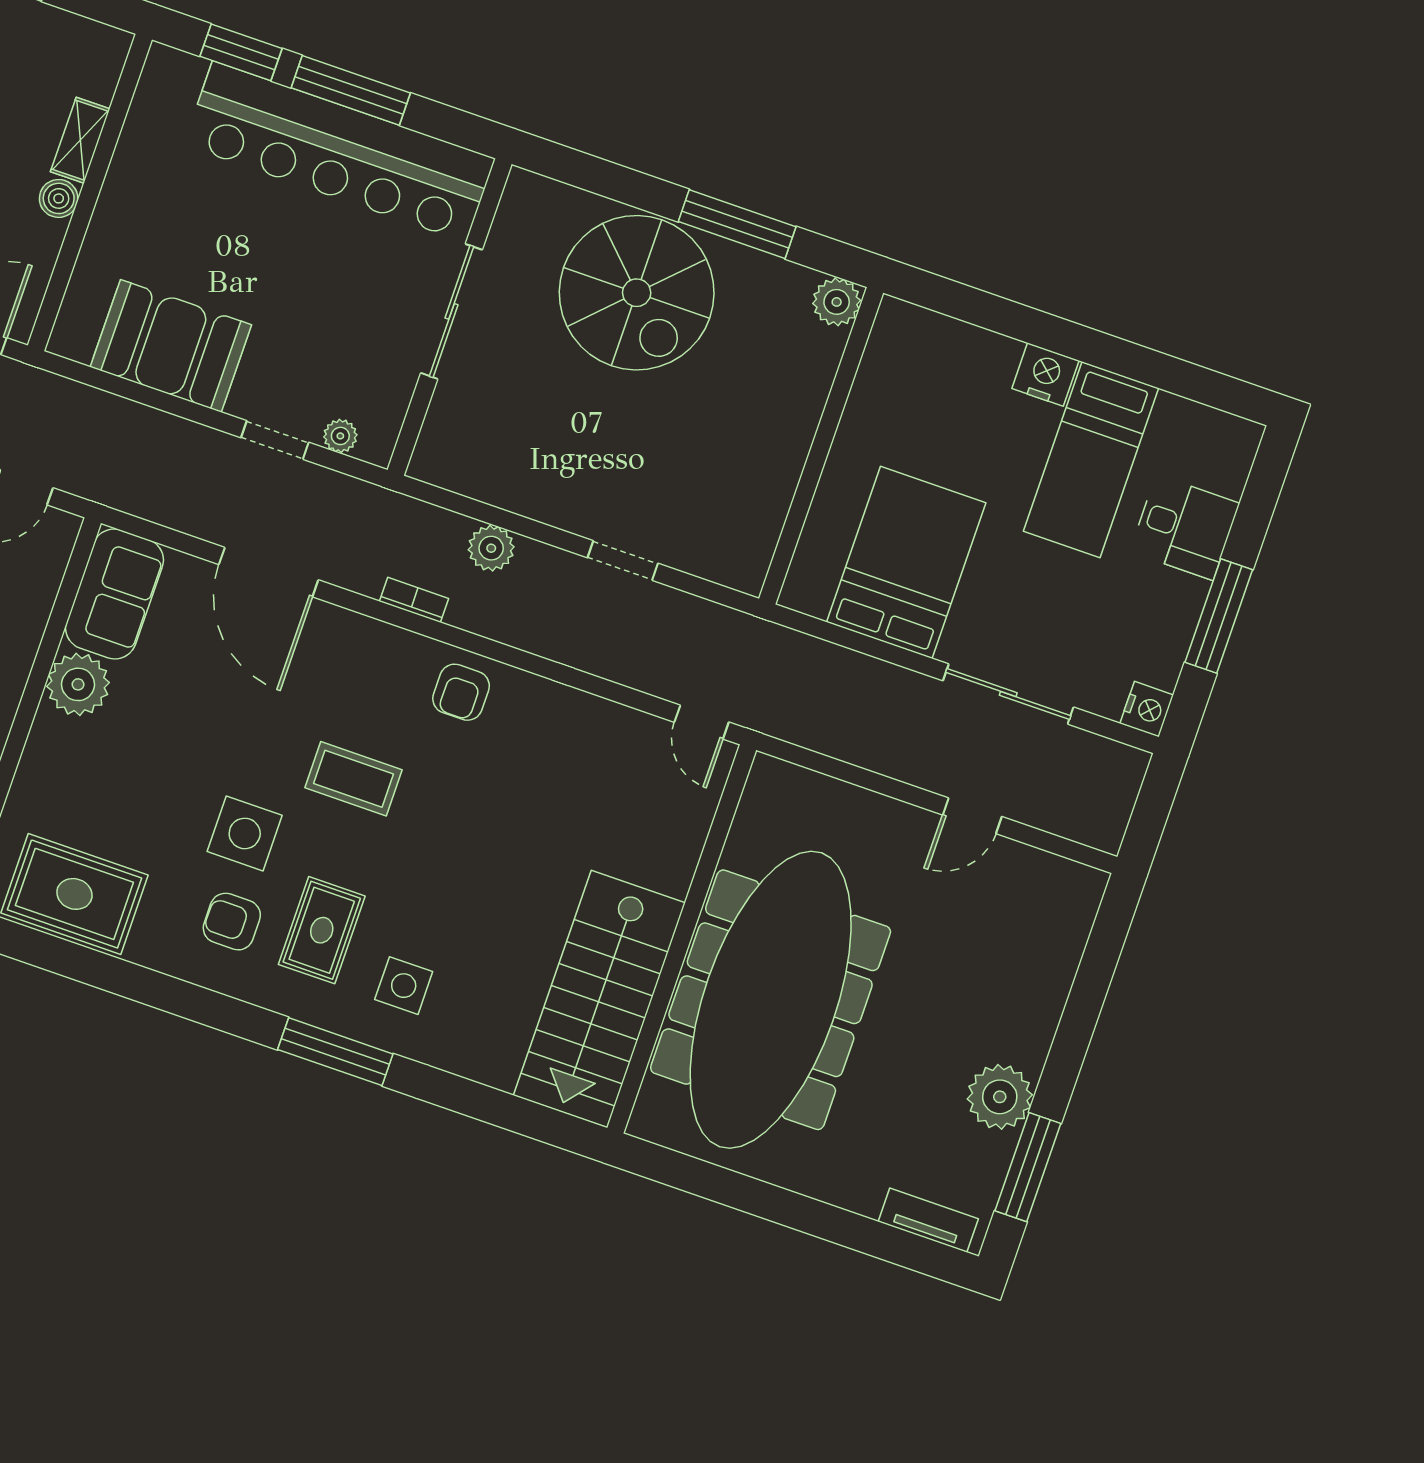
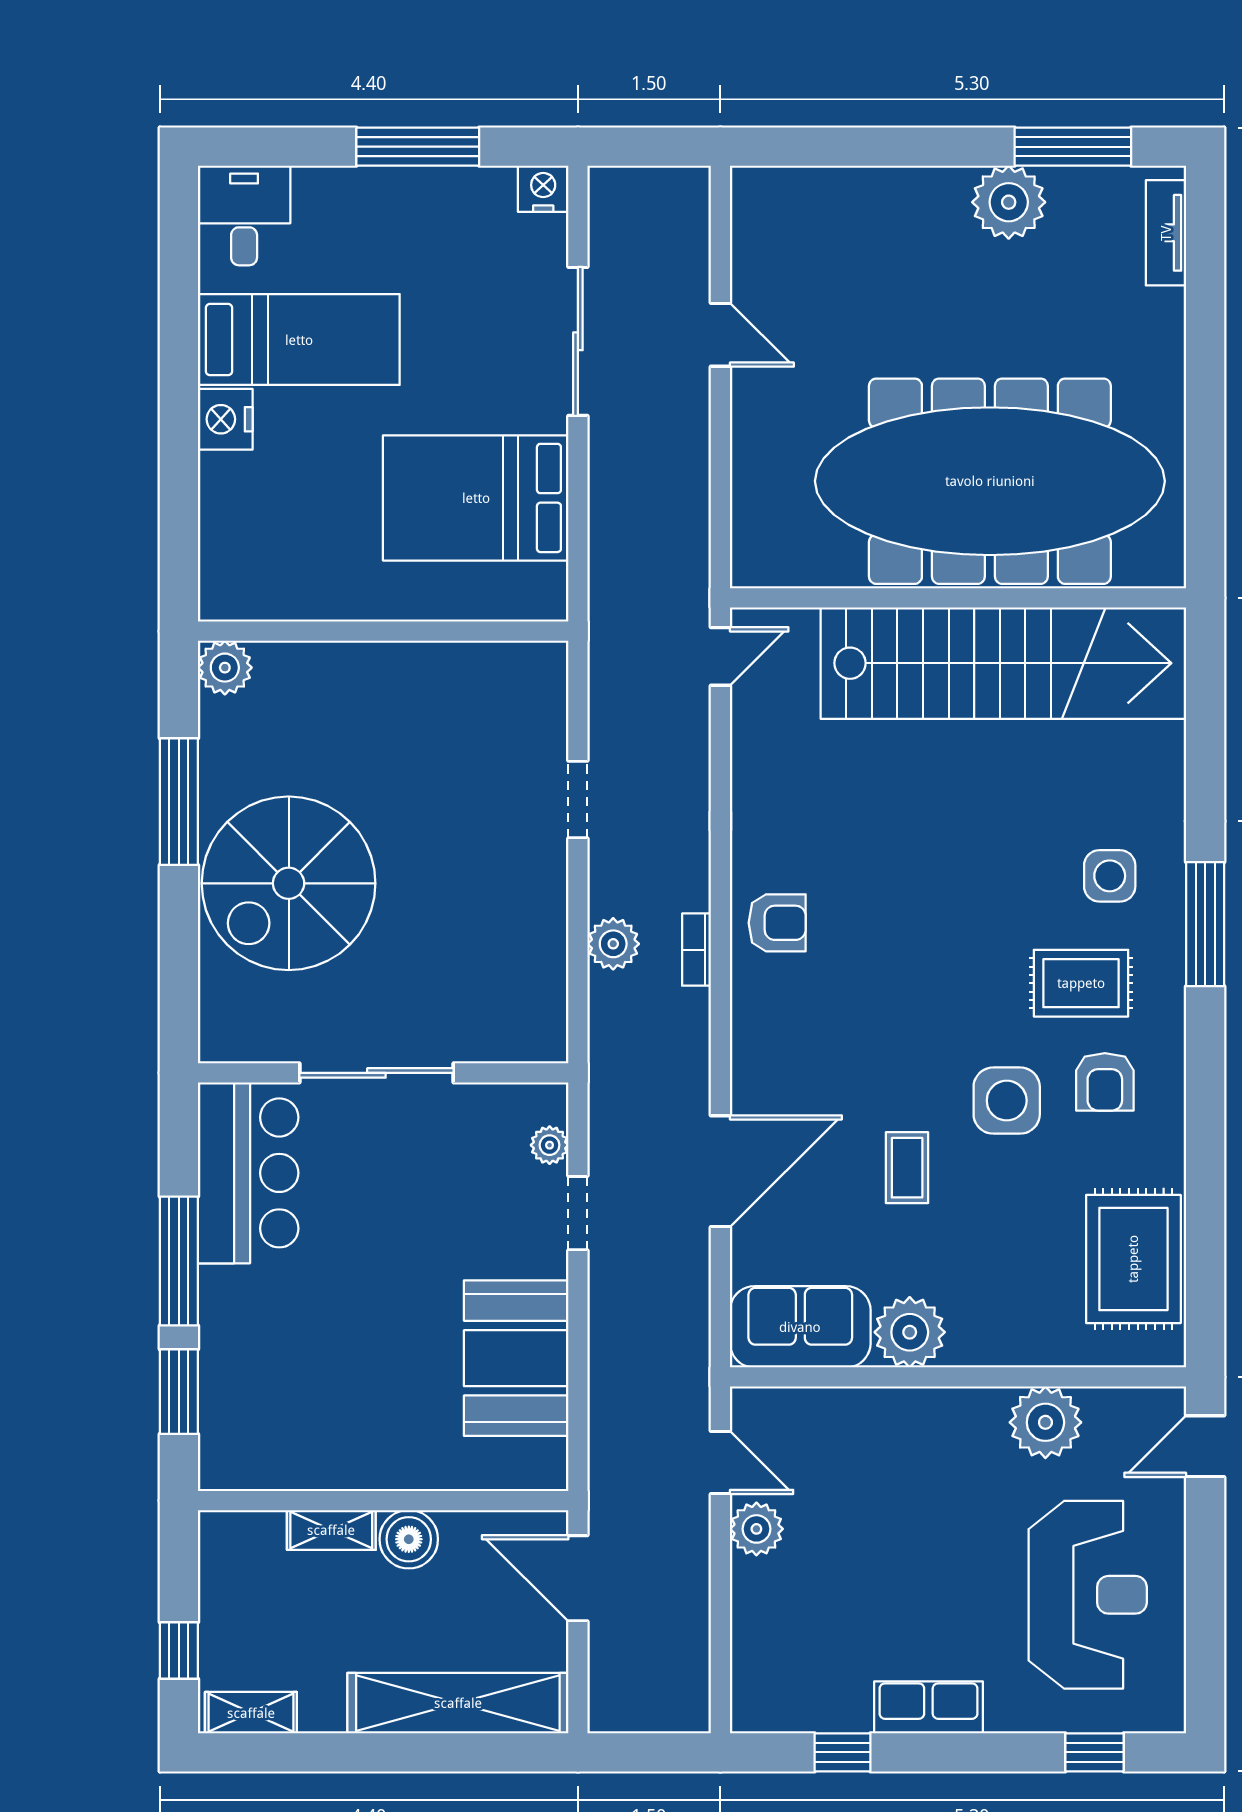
bar counter: (339, 152) -> (248, 1173), width x0.54
boiler: (59, 198) -> (409, 1539), width x1.36, depth x1.36
spiral stairs: (637, 293) -> (289, 883), turned 180
desk: (1185, 527) -> (244, 215), moved
bookcase: (414, 600) -> (696, 950), moved
coffee table: (354, 779) -> (907, 1168), moved, width x0.73, depth x0.77
stairs: (599, 999) -> (1003, 663), width x1.36

